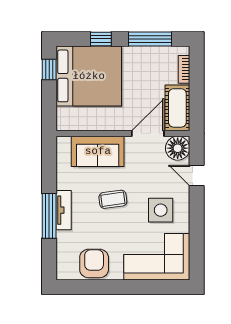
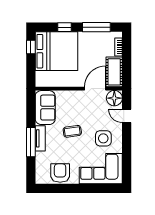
sofa: (98, 151) -> (45, 108), moved, turned -90

